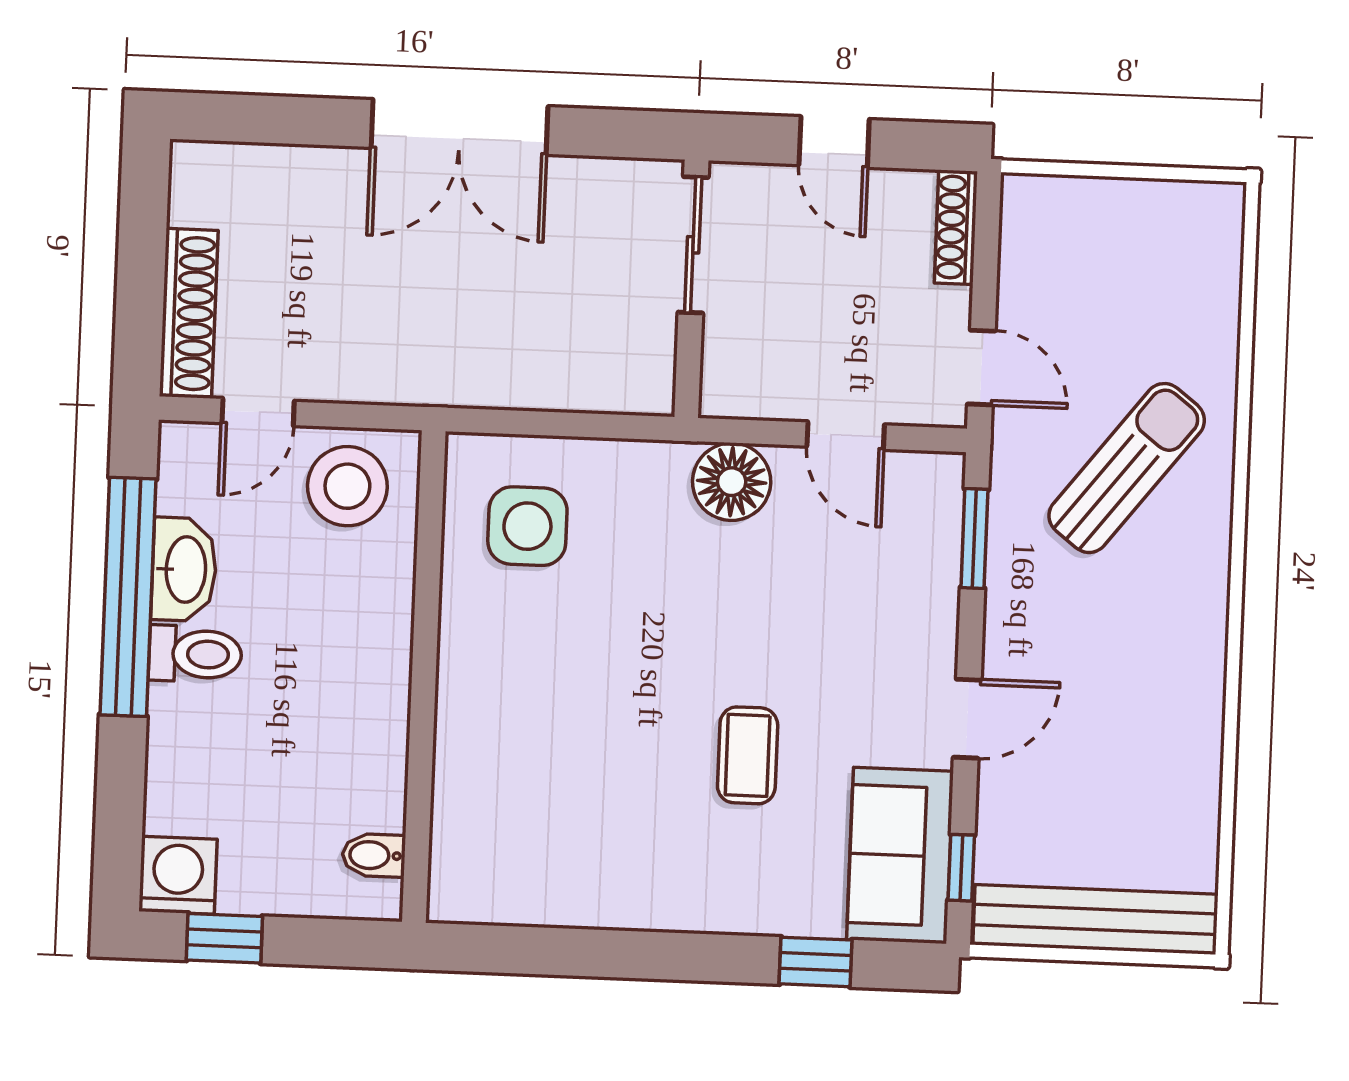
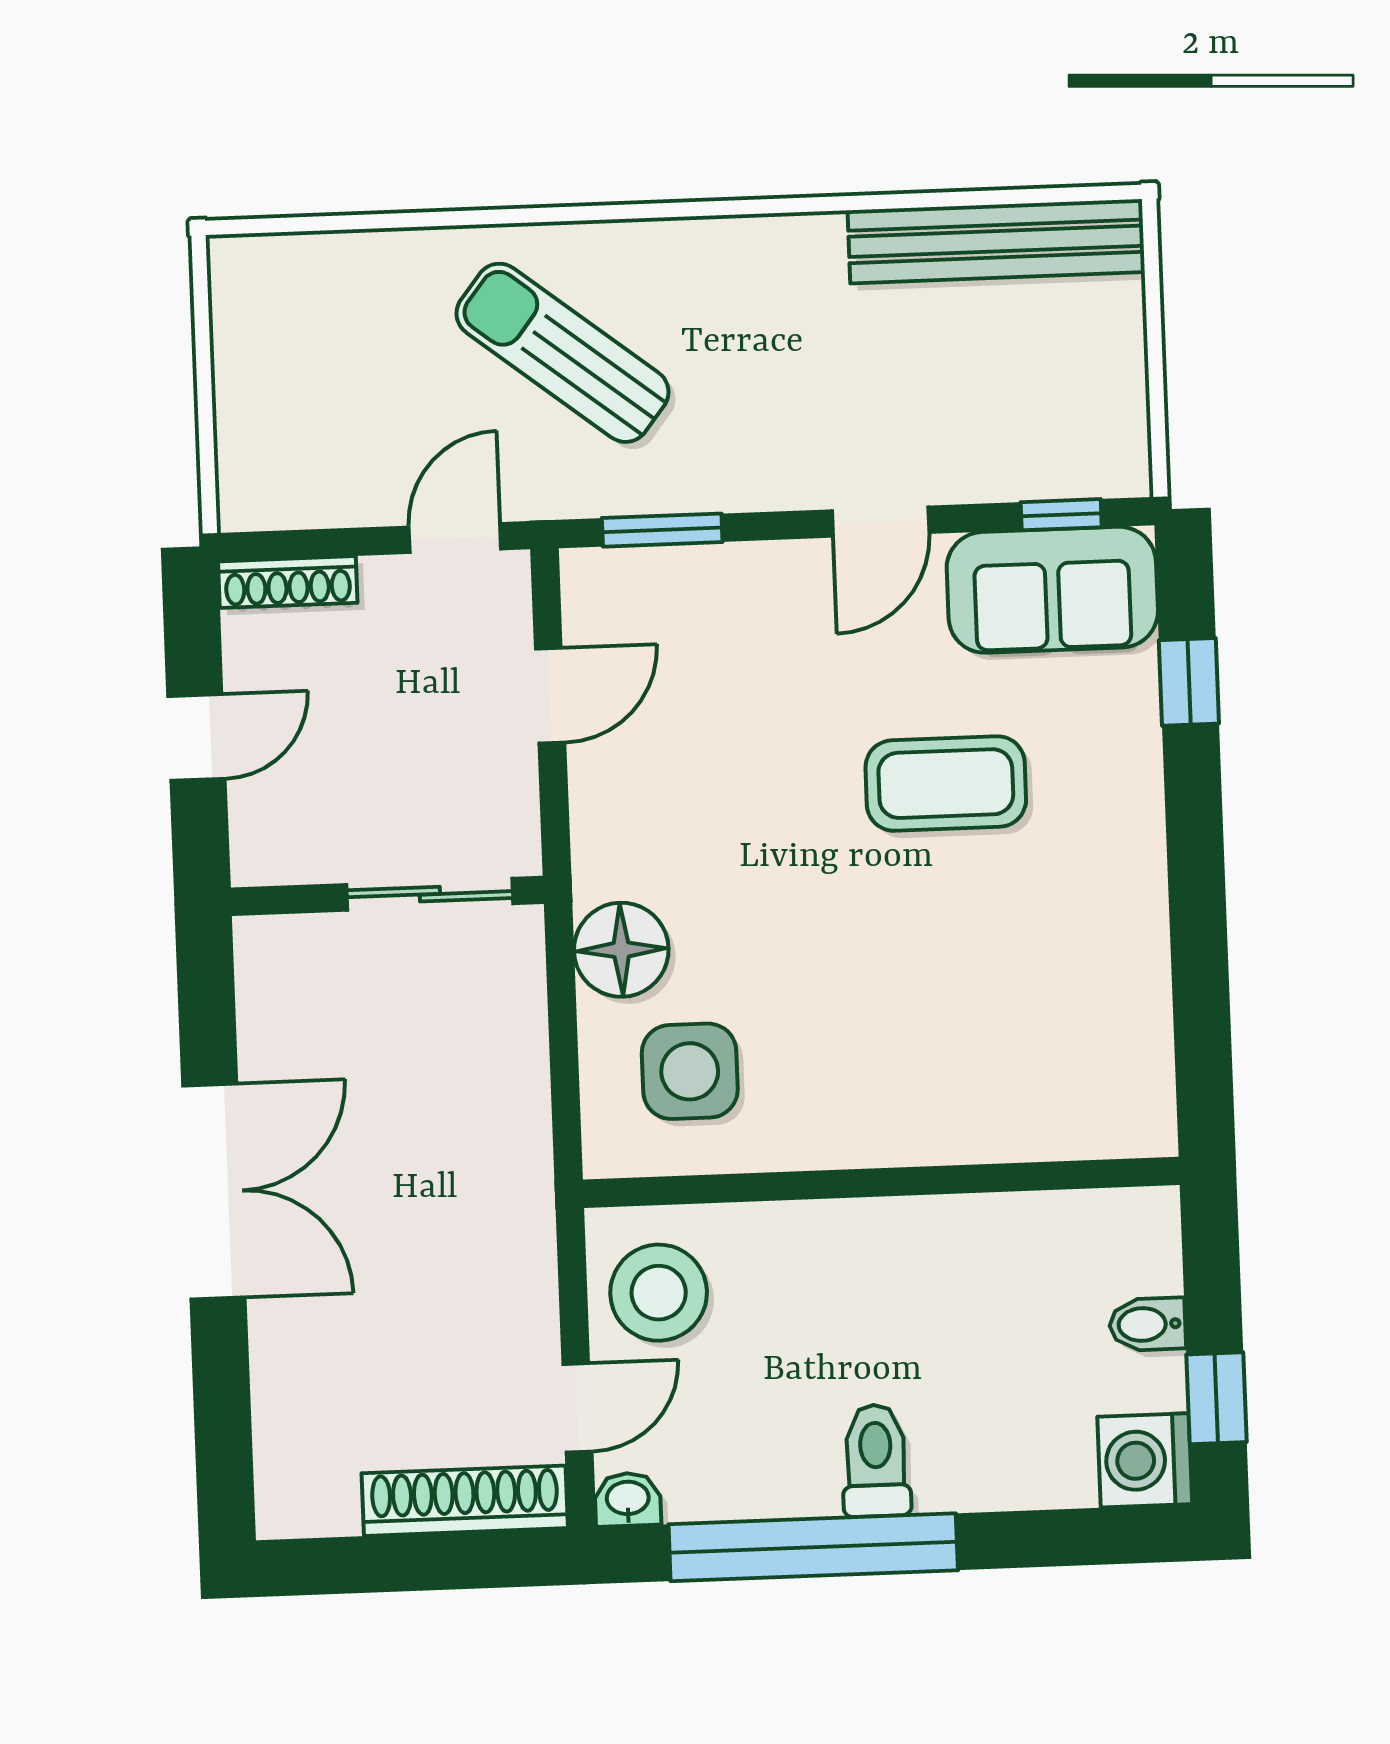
sliding door: (693, 245) -> (430, 894), moved
door: (258, 412) -> (577, 1408), hinge flipped
floor lamp: (732, 482) -> (621, 950), moved
washbasin: (184, 569) -> (628, 1500), moved, width x0.52, depth x0.69
door: (967, 719) -> (881, 522), swing flipped
coffee table: (748, 755) -> (946, 784), width x1.36, depth x1.30
bidet: (374, 855) -> (1147, 1324), moved, turned 90
bench: (1095, 919) -> (996, 241), moved, turned 90

